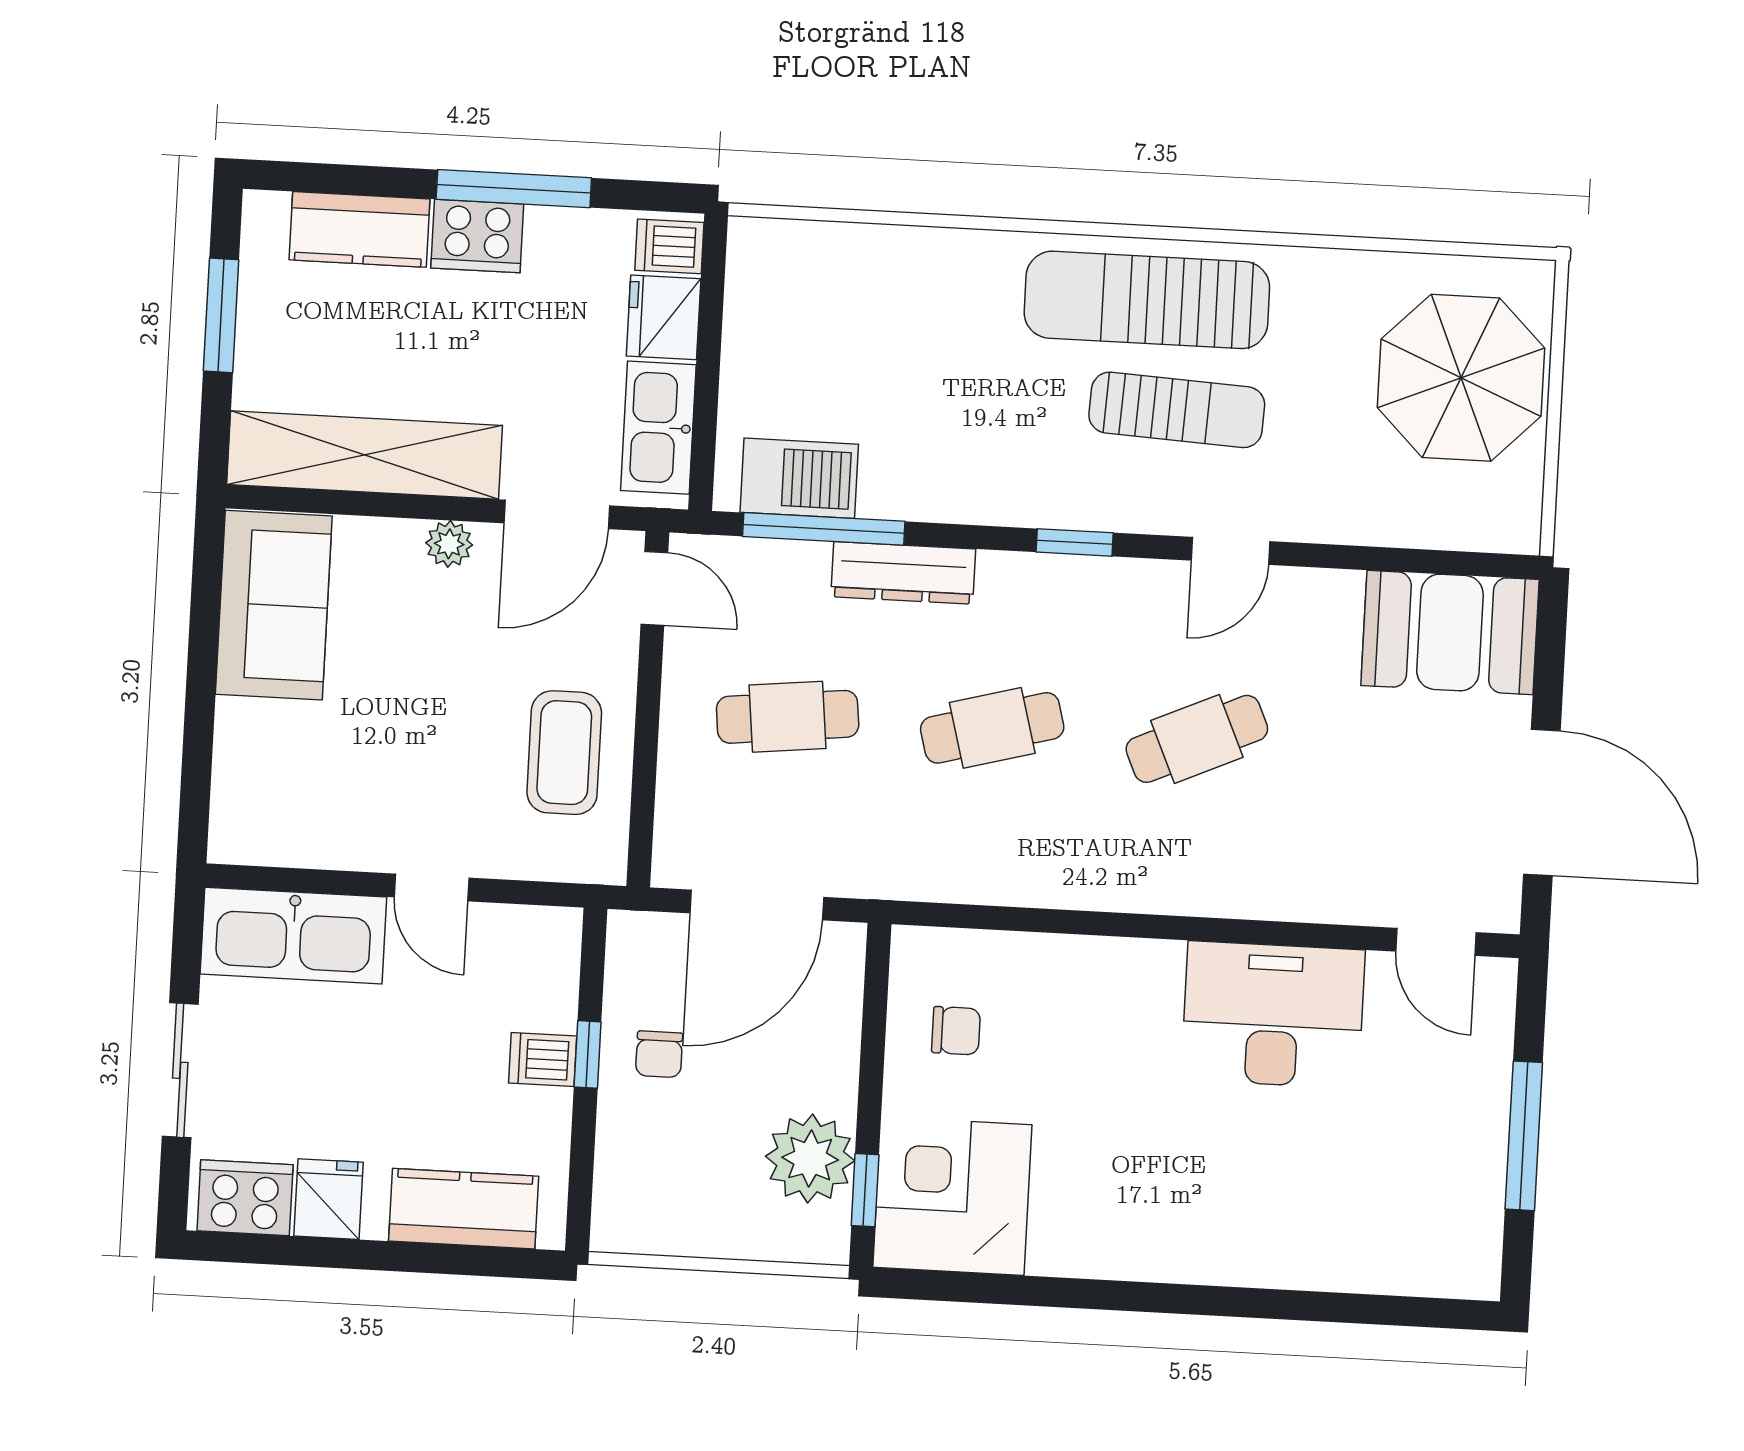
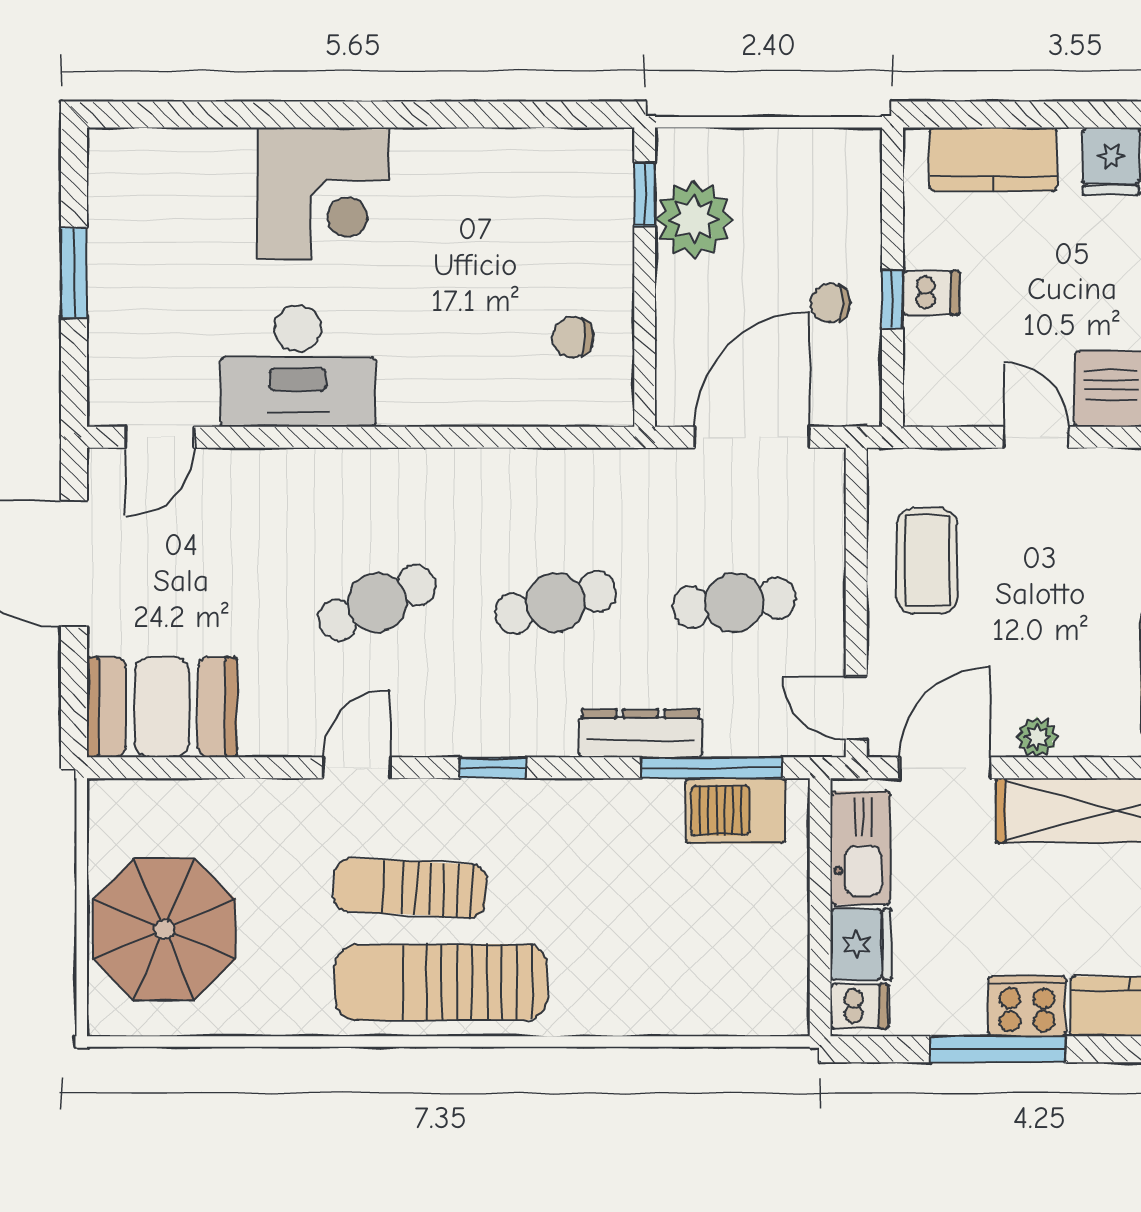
sun lounger: (1147, 300) -> (441, 982), turned 180
door: (1436, 942) -> (160, 437), swing flipped
chair: (659, 1054) -> (830, 303), turned -90
window: (1524, 1136) -> (74, 273), width x0.69
corner desk: (952, 1196) -> (324, 193), moved

